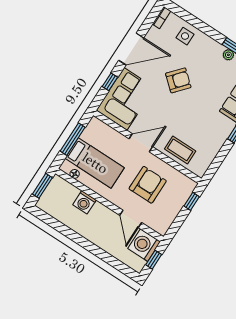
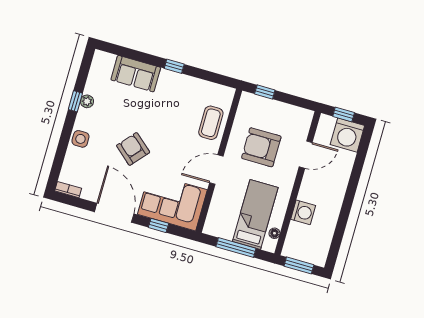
side table: (185, 36) -> (80, 139), moved
door: (141, 143) -> (216, 169), hinge flipped
washing machine: (144, 245) -> (347, 135), moved

